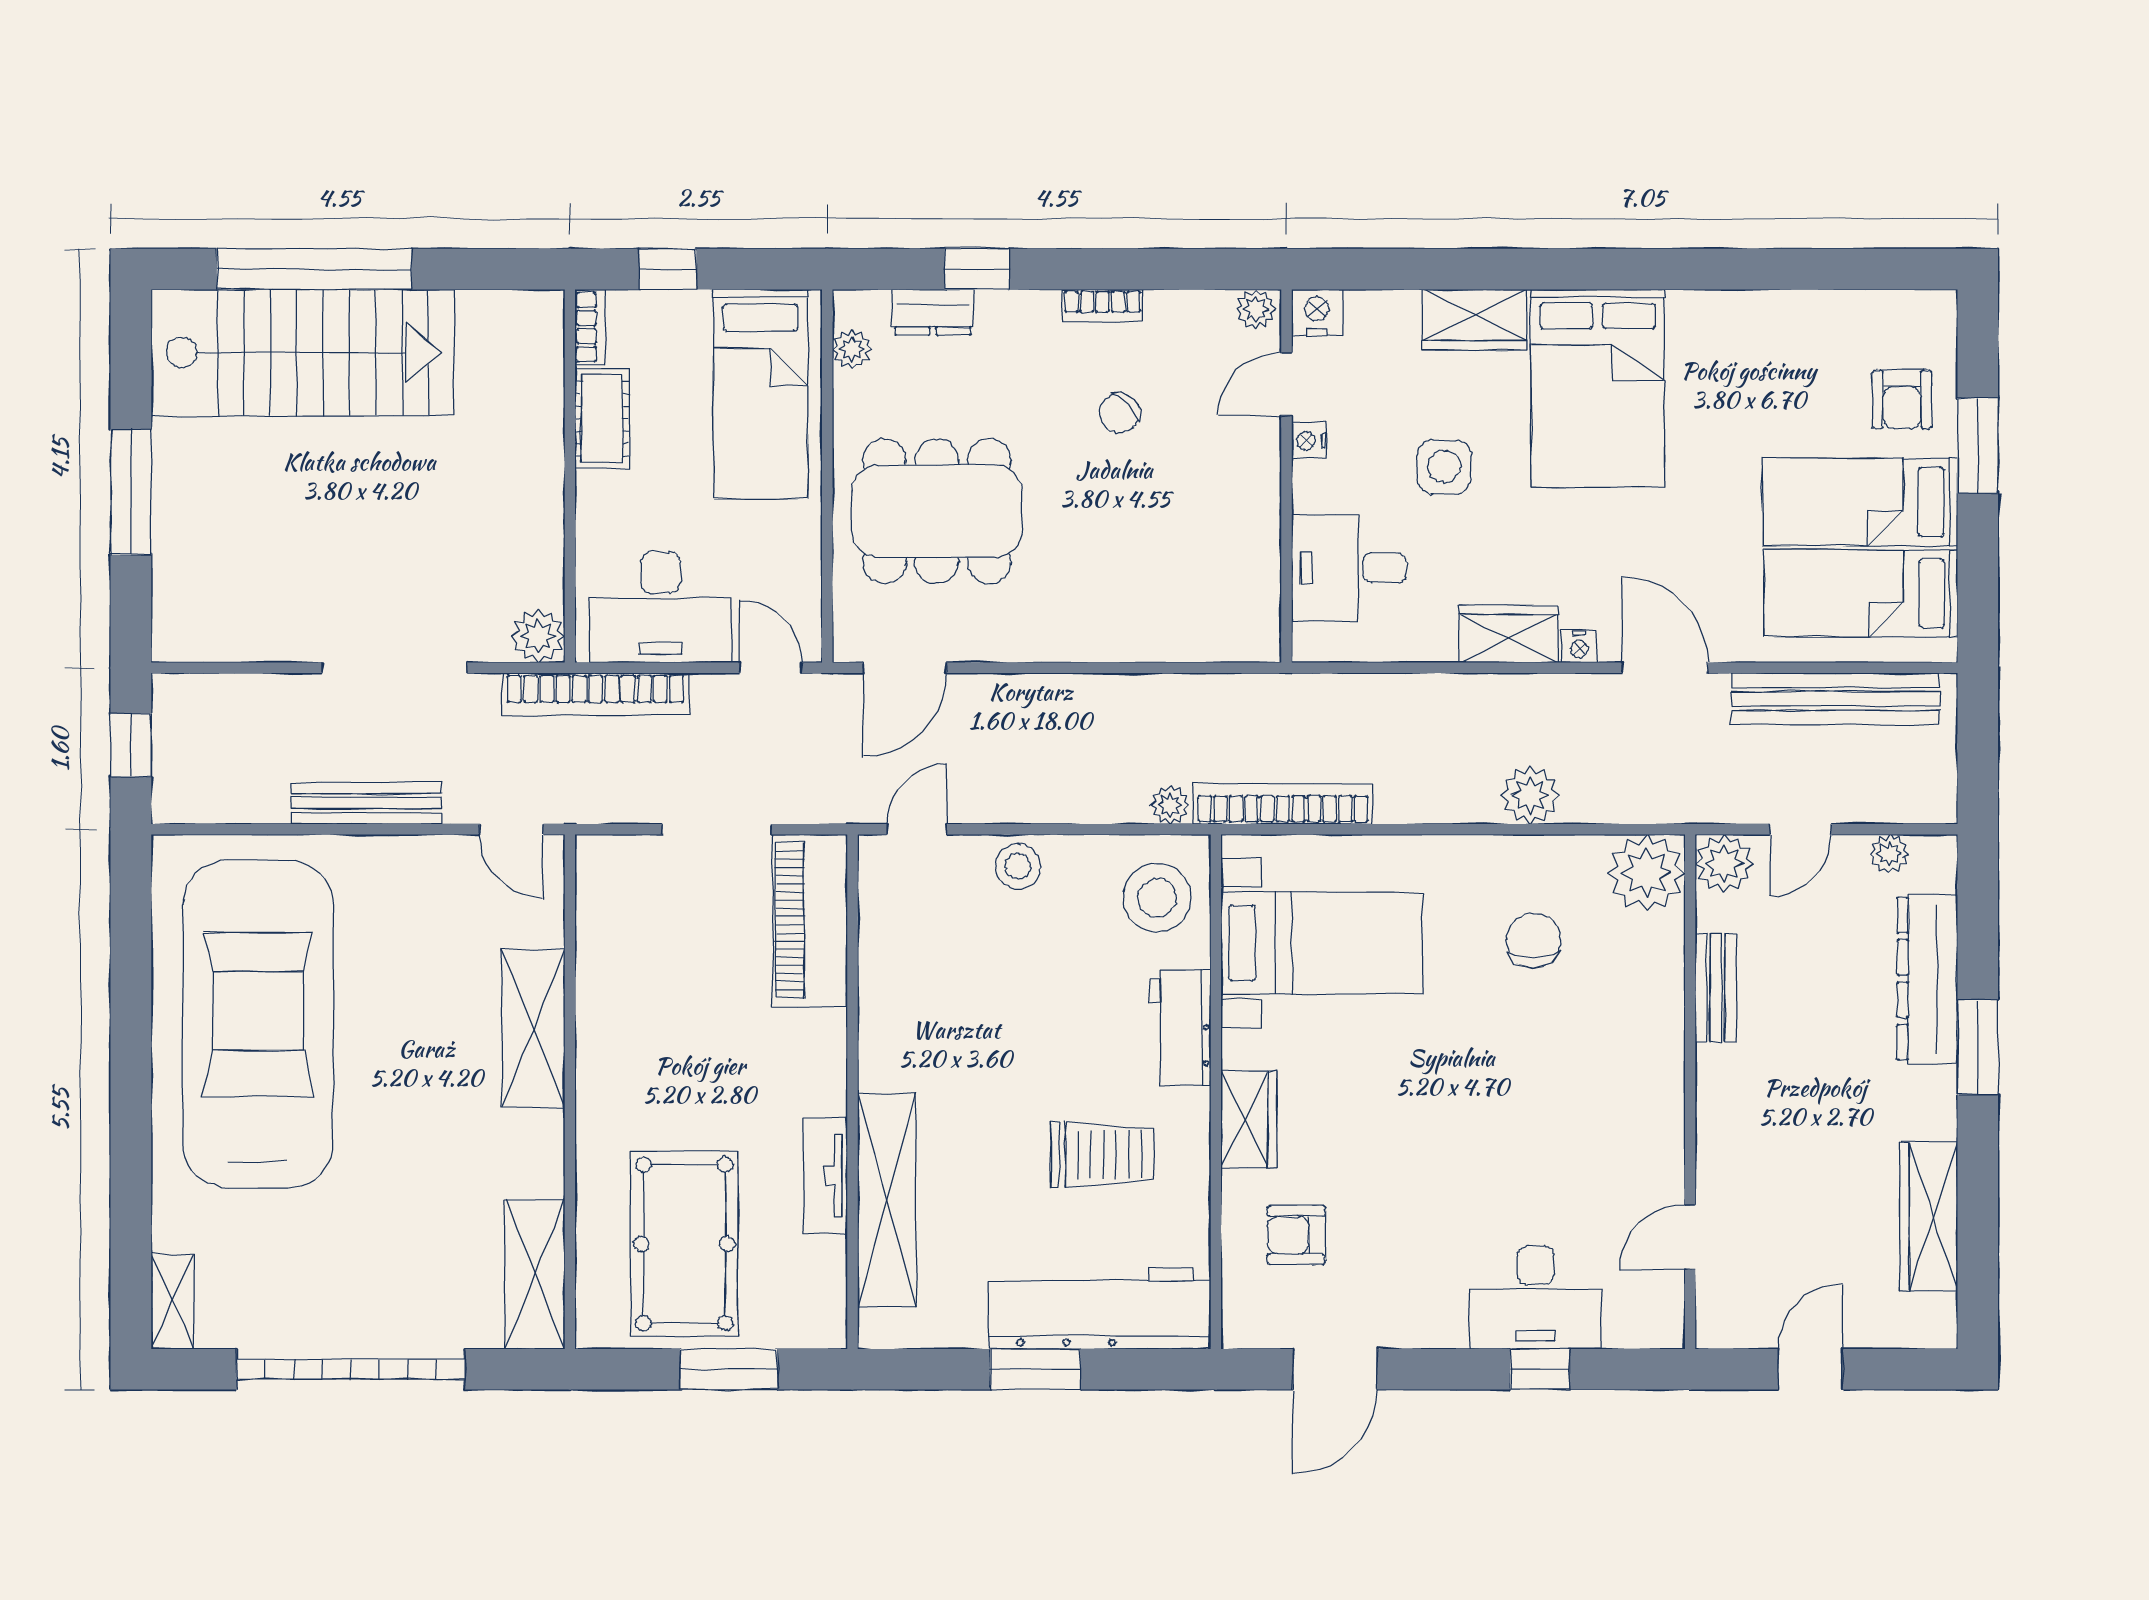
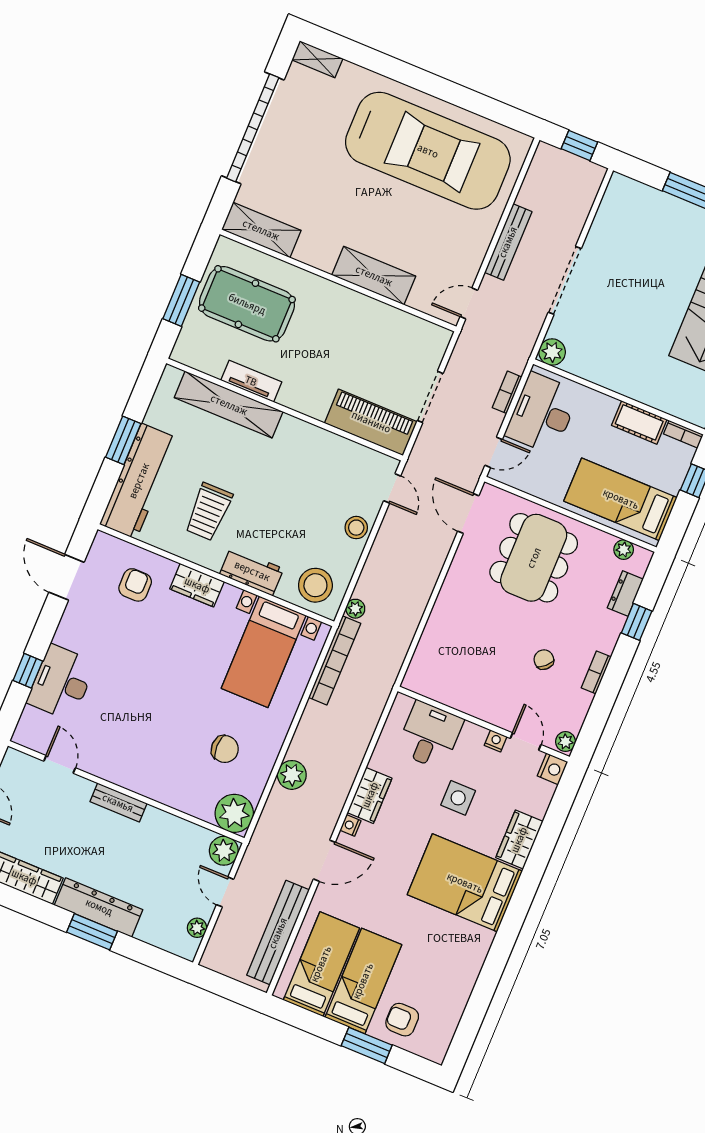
bookcase: (596, 694) -> (507, 392), width x0.43, depth x0.76
dresser: (1927, 979) -> (99, 907), moved
bench: (1716, 988) -> (118, 803), moved

